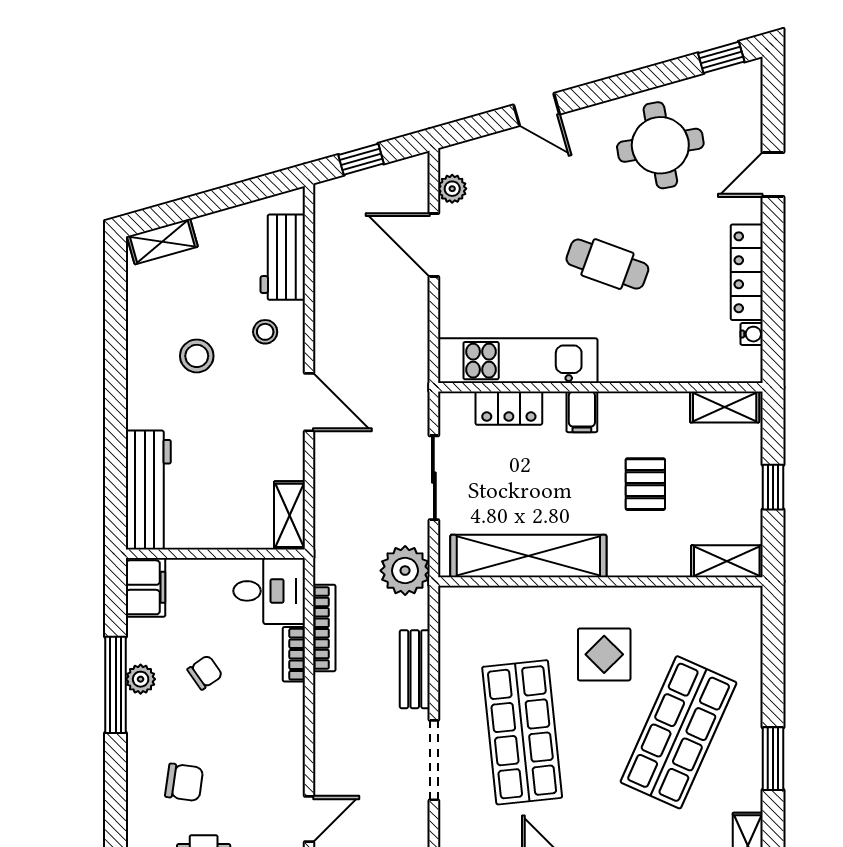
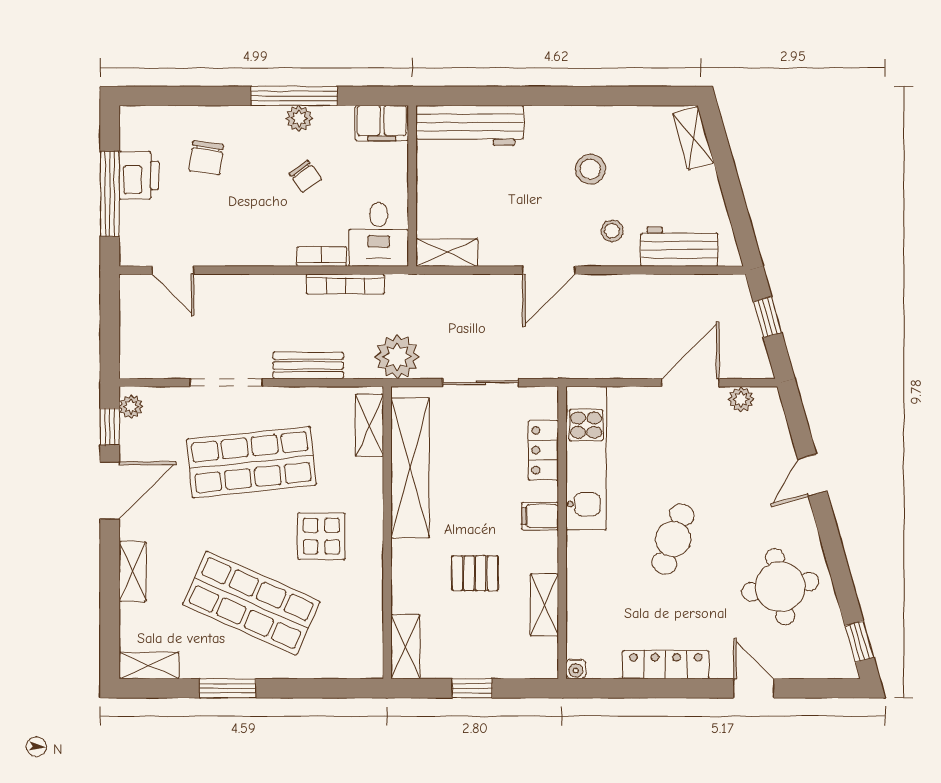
water cooler: (752, 334) -> (576, 669), moved
shelving: (725, 407) -> (544, 605), moved
shelving: (481, 601) -> (369, 425), added

